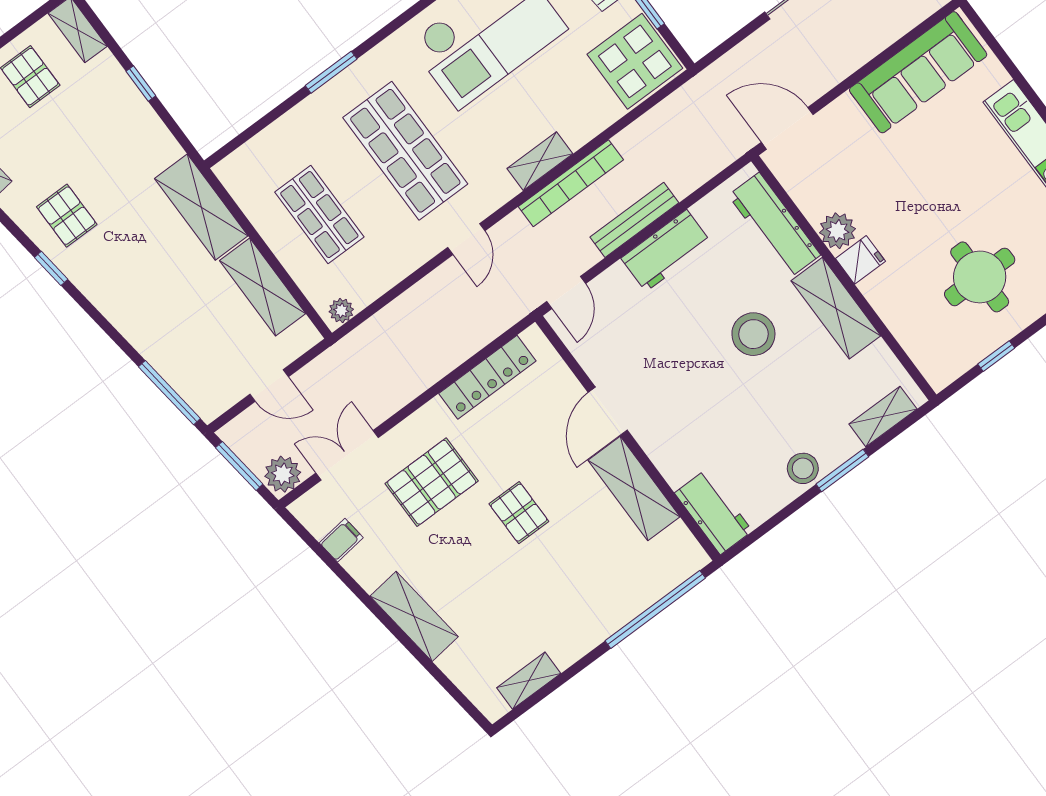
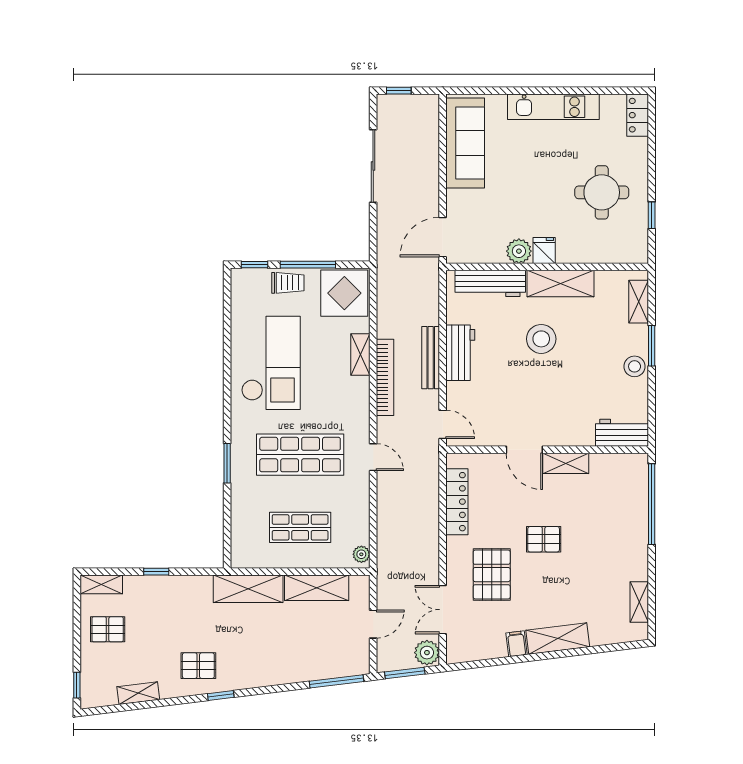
shelving: (540, 161) -> (360, 354), moved
shelving: (634, 489) -> (566, 463), width x0.67, depth x0.75
filing cabinet: (341, 540) -> (517, 644), moved

